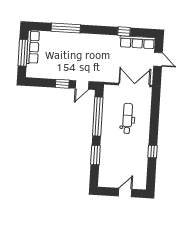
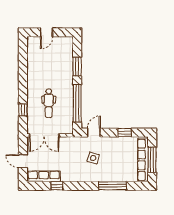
row of seats: (33, 47) -> (143, 160), width x1.36
side table: (84, 58) -> (93, 158), added
window: (62, 84) -> (125, 133), moved
window: (153, 151) -> (23, 110), moved

